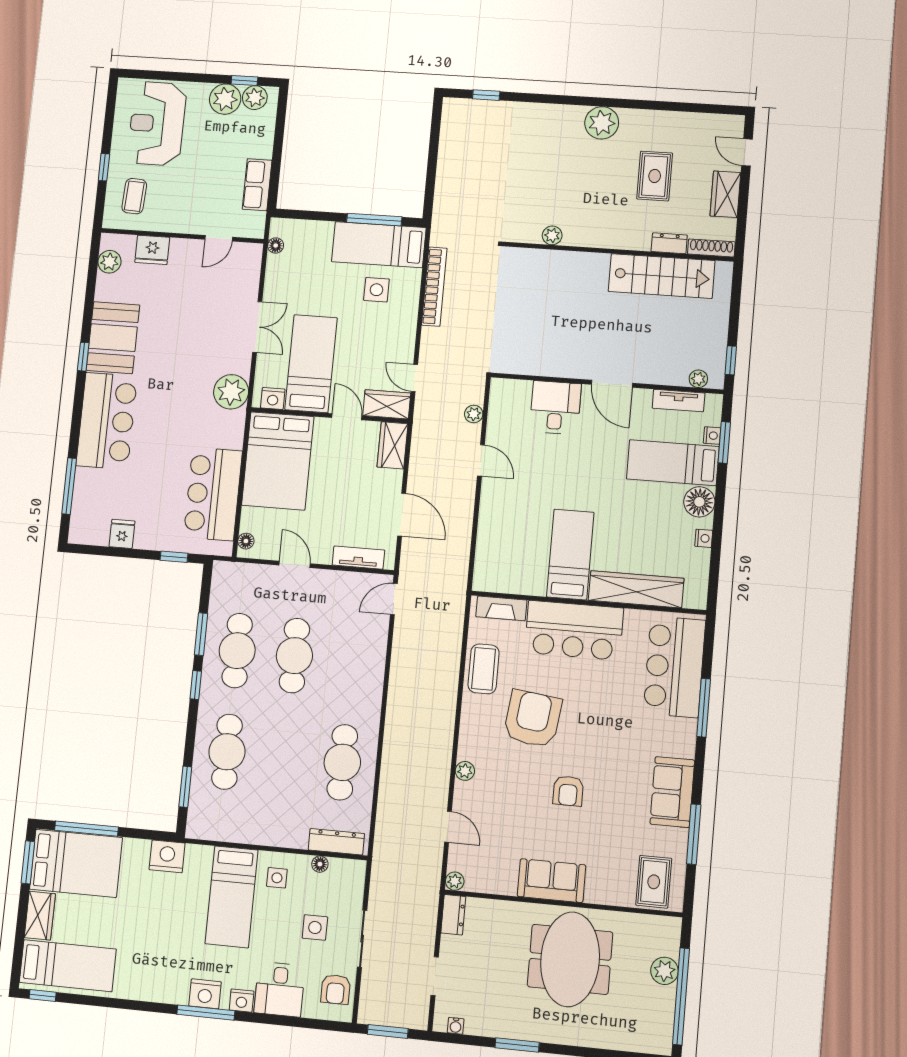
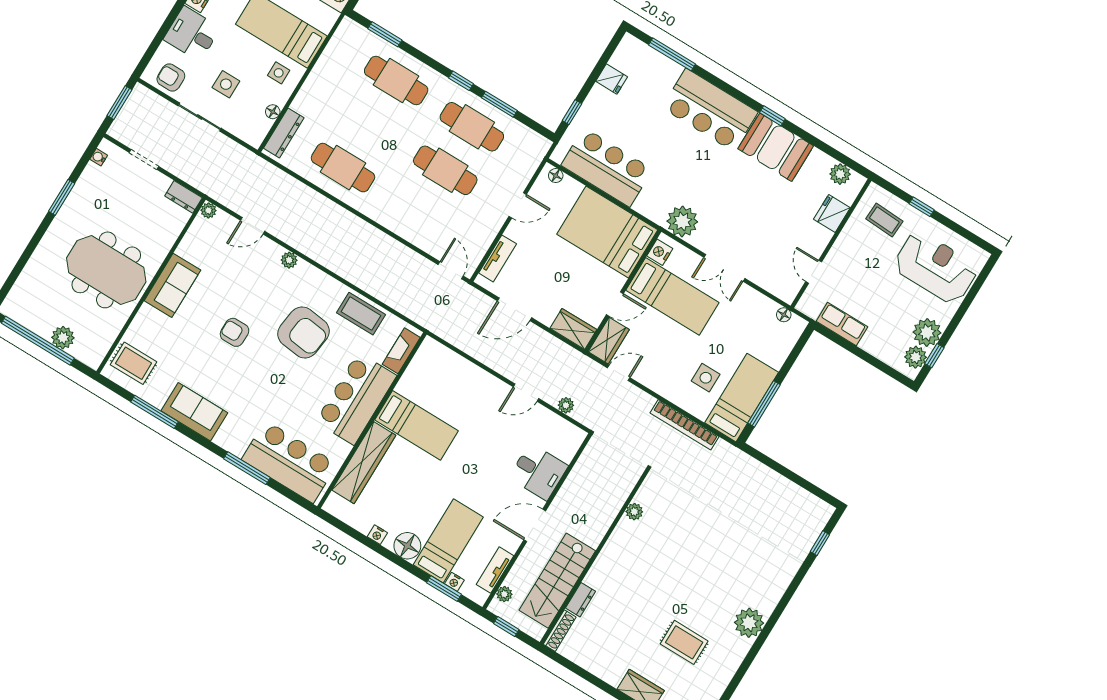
plant: (552, 235) -> (634, 512), moved
dresser: (669, 243) -> (580, 600), moved
shoe rack: (711, 248) -> (560, 631), moved
wall: (618, 252) -> (595, 556), moved
stairs: (662, 276) -> (557, 581), moved

